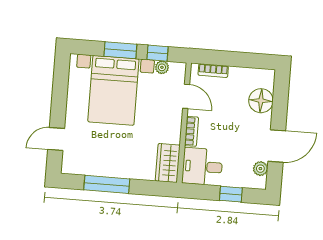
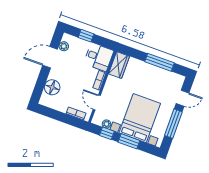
window: (59, 96) -> (173, 124), added

